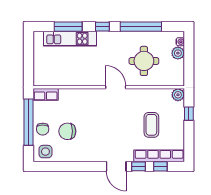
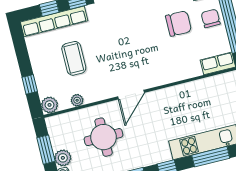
window: (189, 62) -> (46, 150), added
door: (116, 87) -> (131, 95), hinge flipped
plant: (157, 93) -> (77, 100), added

